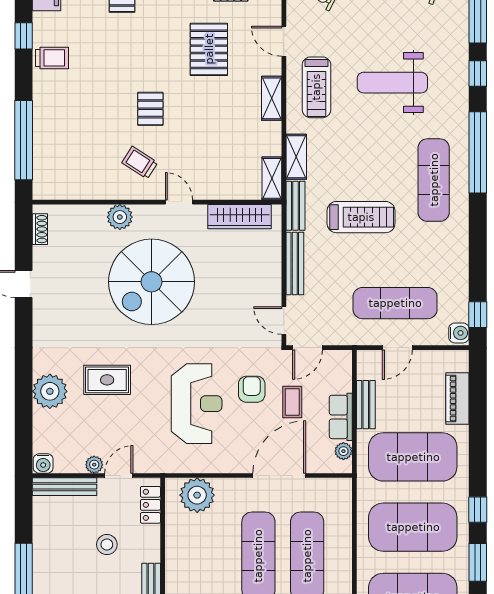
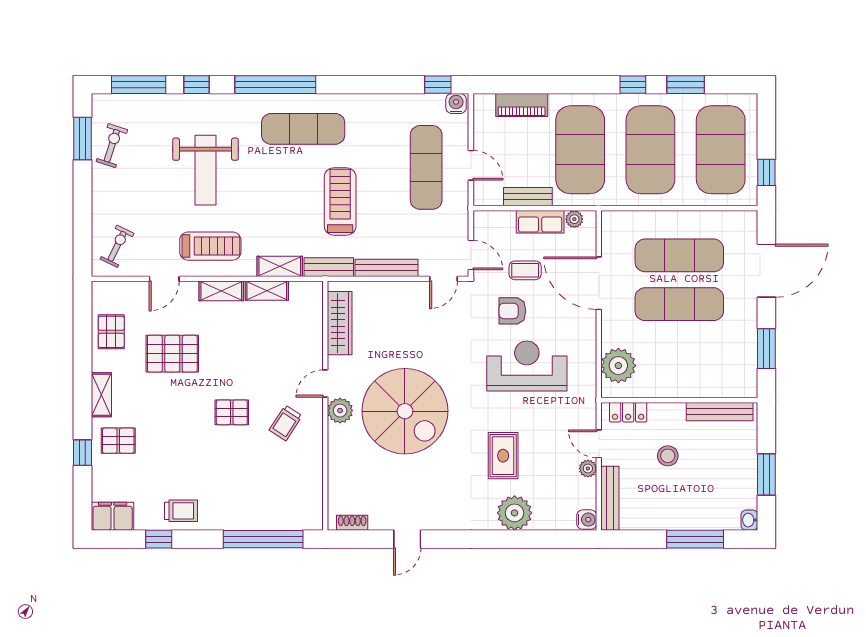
trolley: (52, 58) -> (181, 511), turned 90
shelving: (272, 178) -> (267, 291), moved
plant: (120, 217) -> (340, 411), moved

